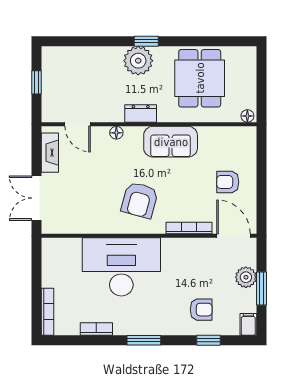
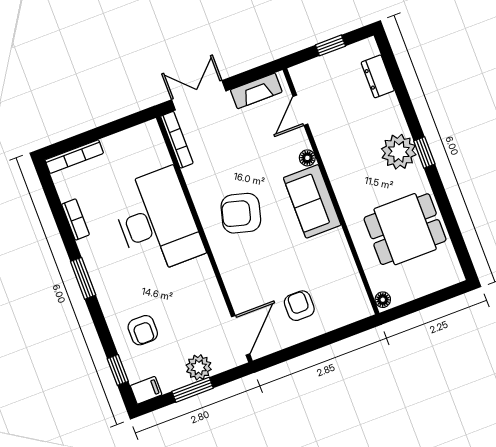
dresser: (141, 113) -> (378, 76), moved, turned 180
sofa: (171, 142) -> (312, 201), moved
bookcase: (189, 228) -> (177, 140), moved
window: (208, 340) -> (118, 370), moved

